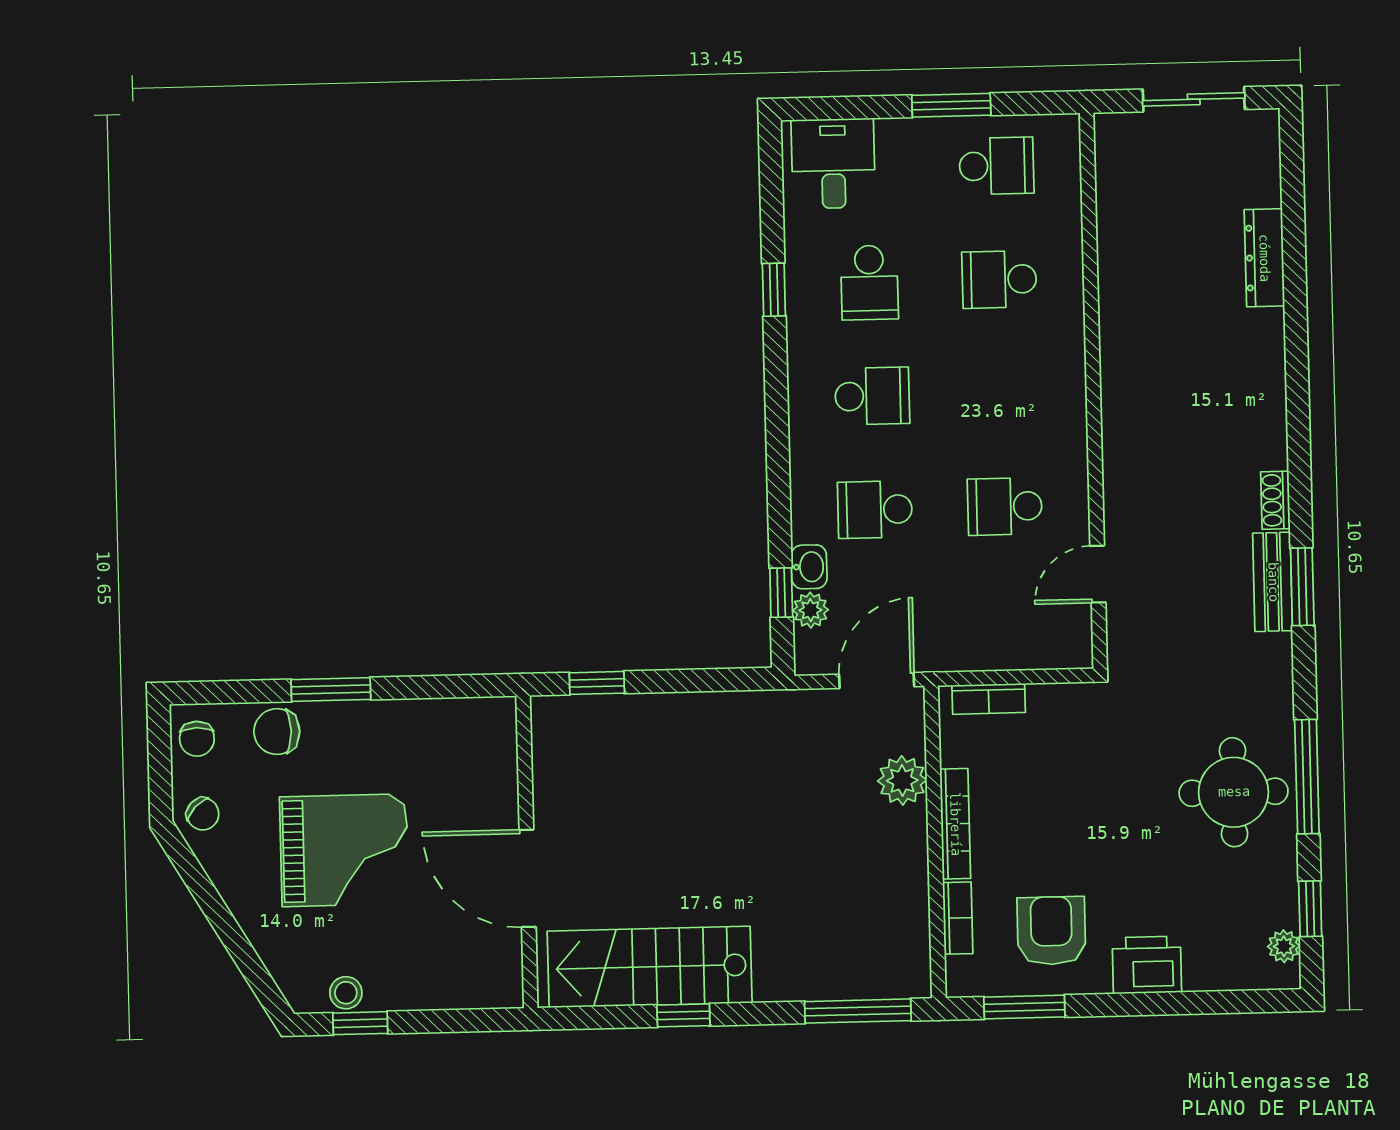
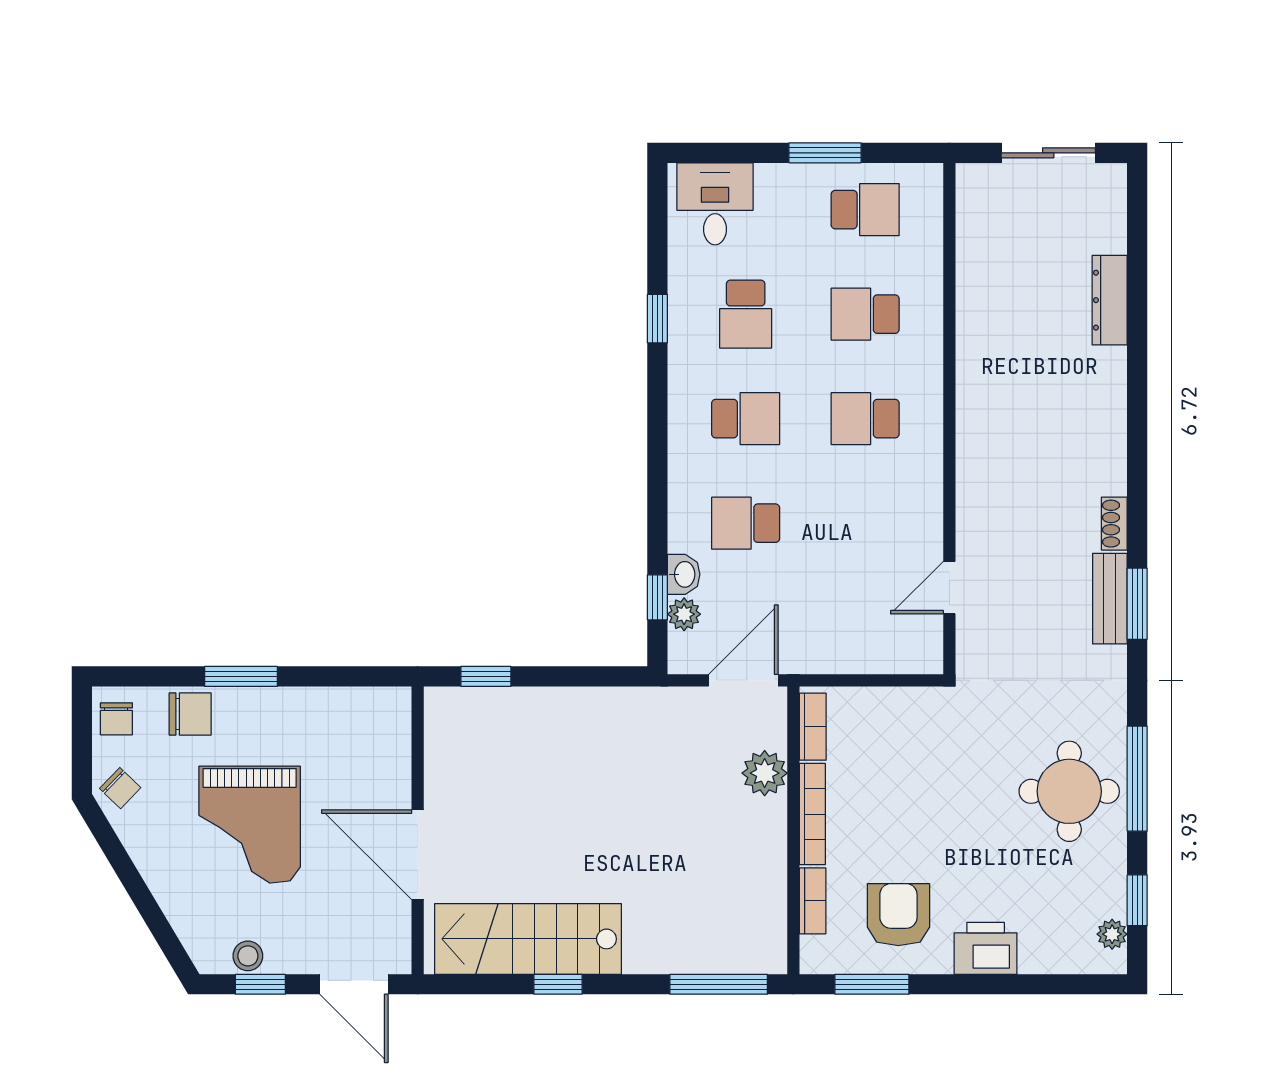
school desk: (1005, 506) -> (865, 419), moved
bookcase: (989, 699) -> (813, 727), moved, turned -90
chair: (277, 732) -> (190, 714), turned 180
grand piano: (344, 850) -> (250, 825), turned 90
door: (462, 1021) -> (354, 984), added

